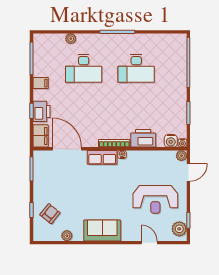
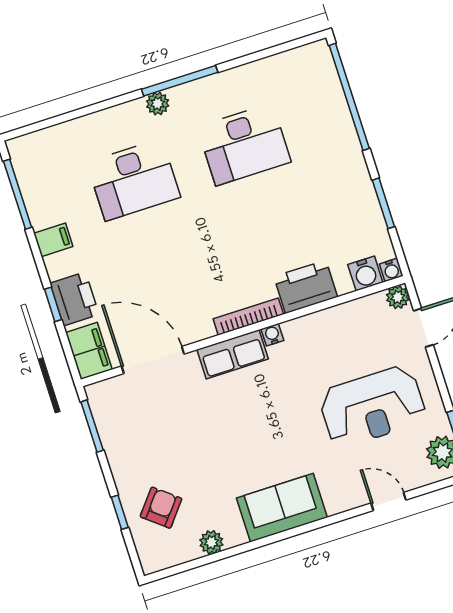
plant: (71, 39) -> (158, 104), moved

